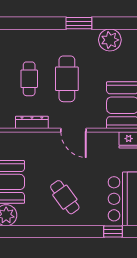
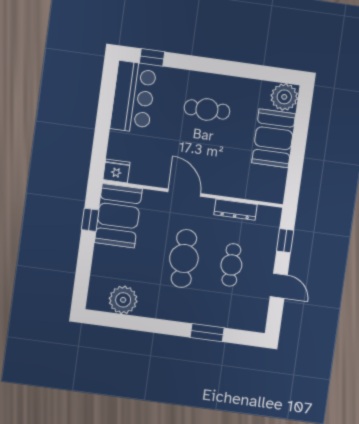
window: (79, 23) -> (207, 333), moved
cafe table: (65, 197) -> (207, 109), turned -54

